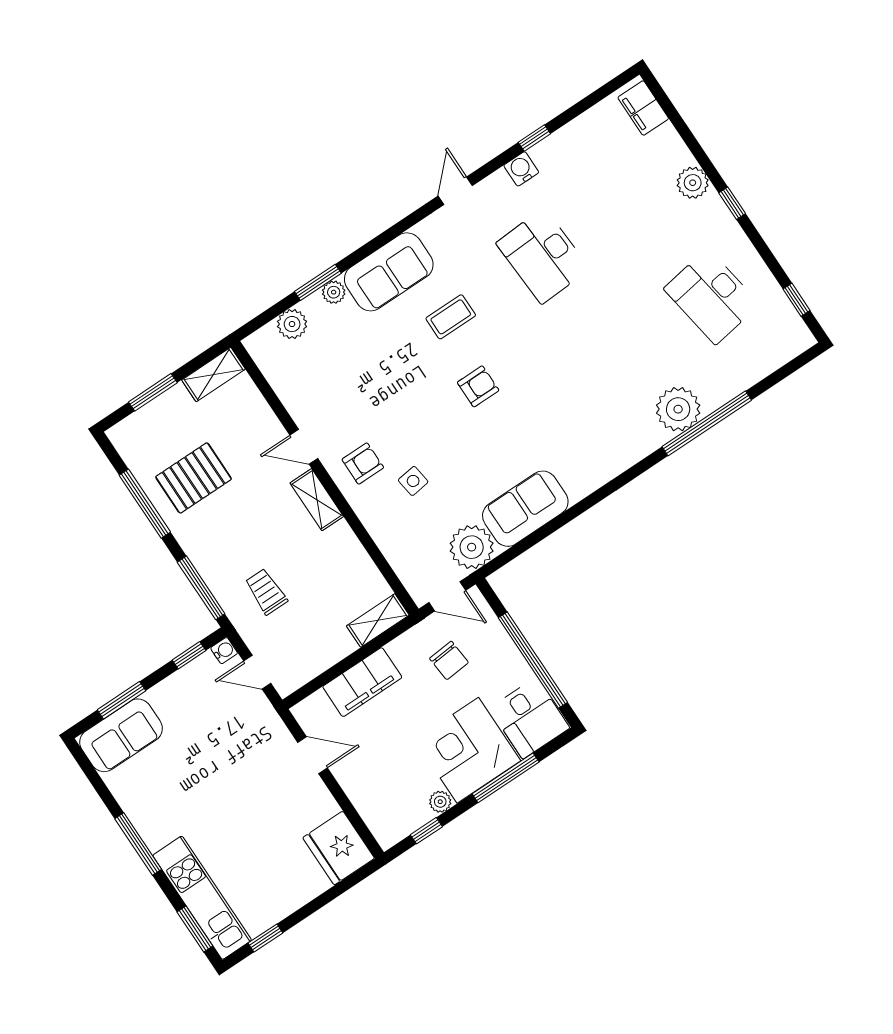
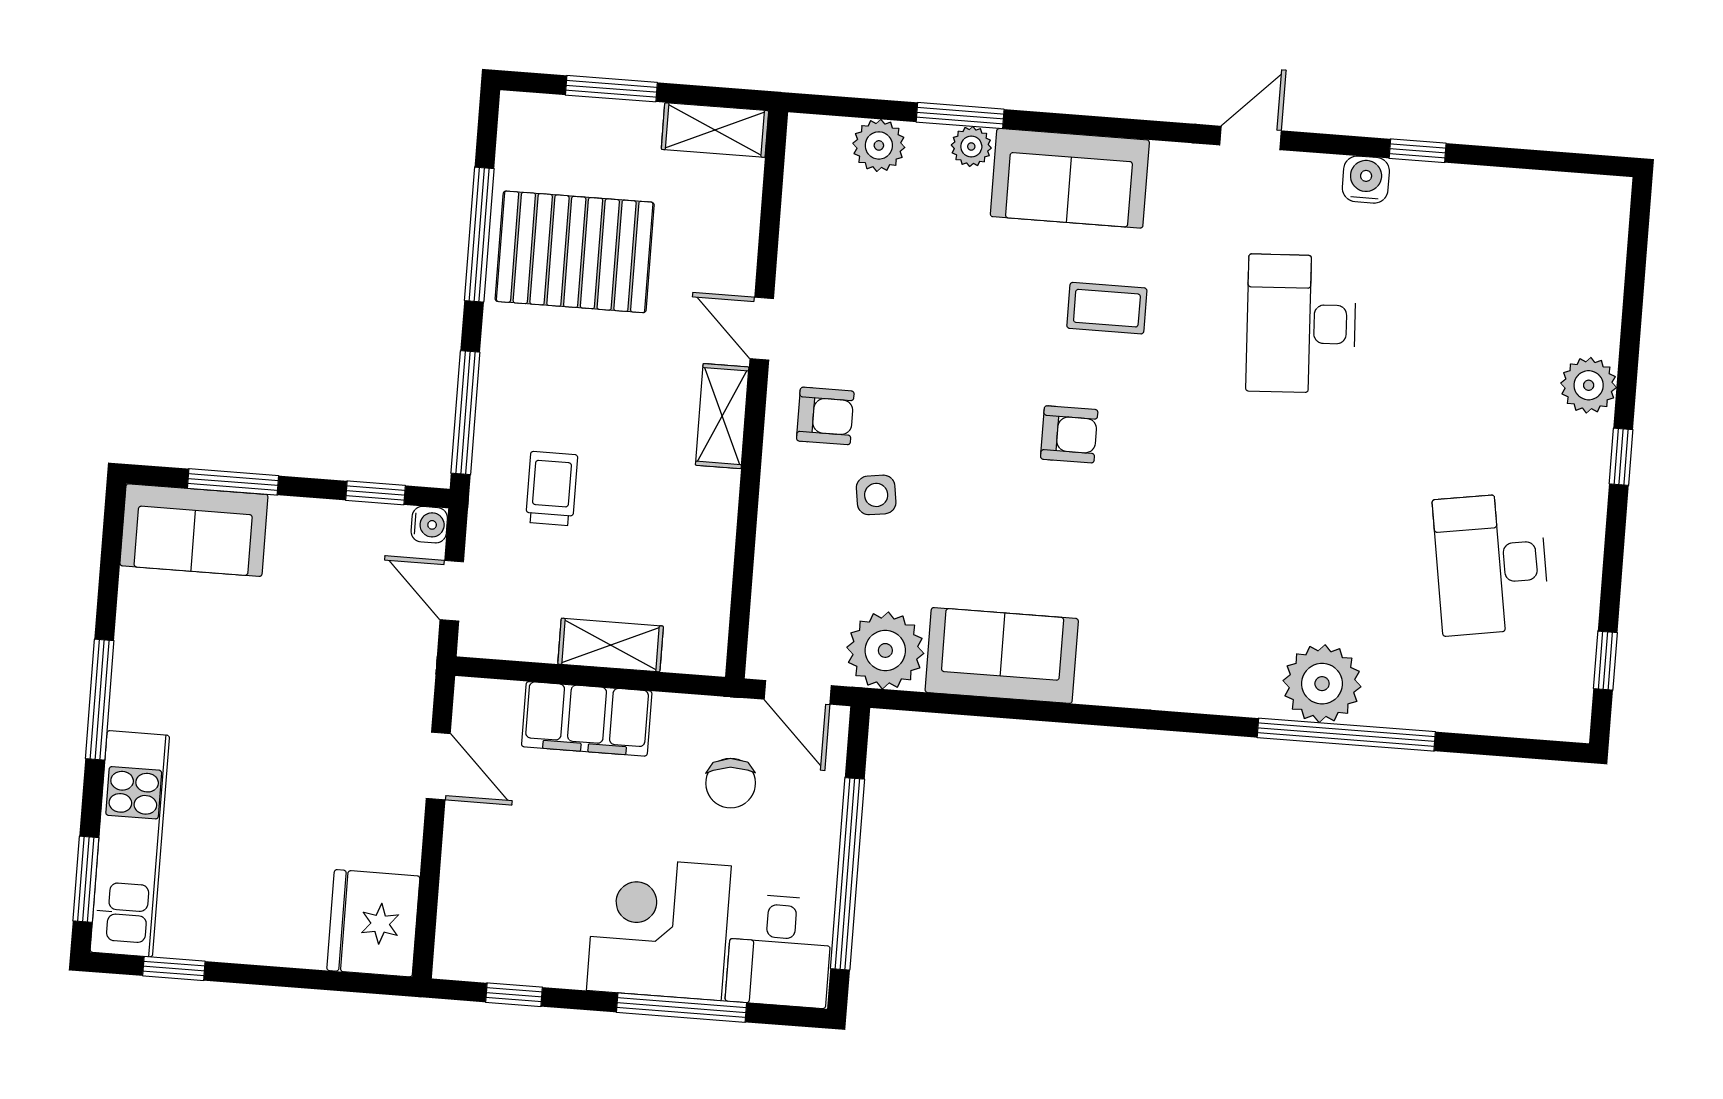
filing cabinet: (643, 108) -> (1601, 228), removed
pallet: (194, 478) -> (575, 252), width x1.37, depth x1.41
shelving: (378, 620) -> (611, 645), moved
plant: (440, 802) -> (565, 970), removed

